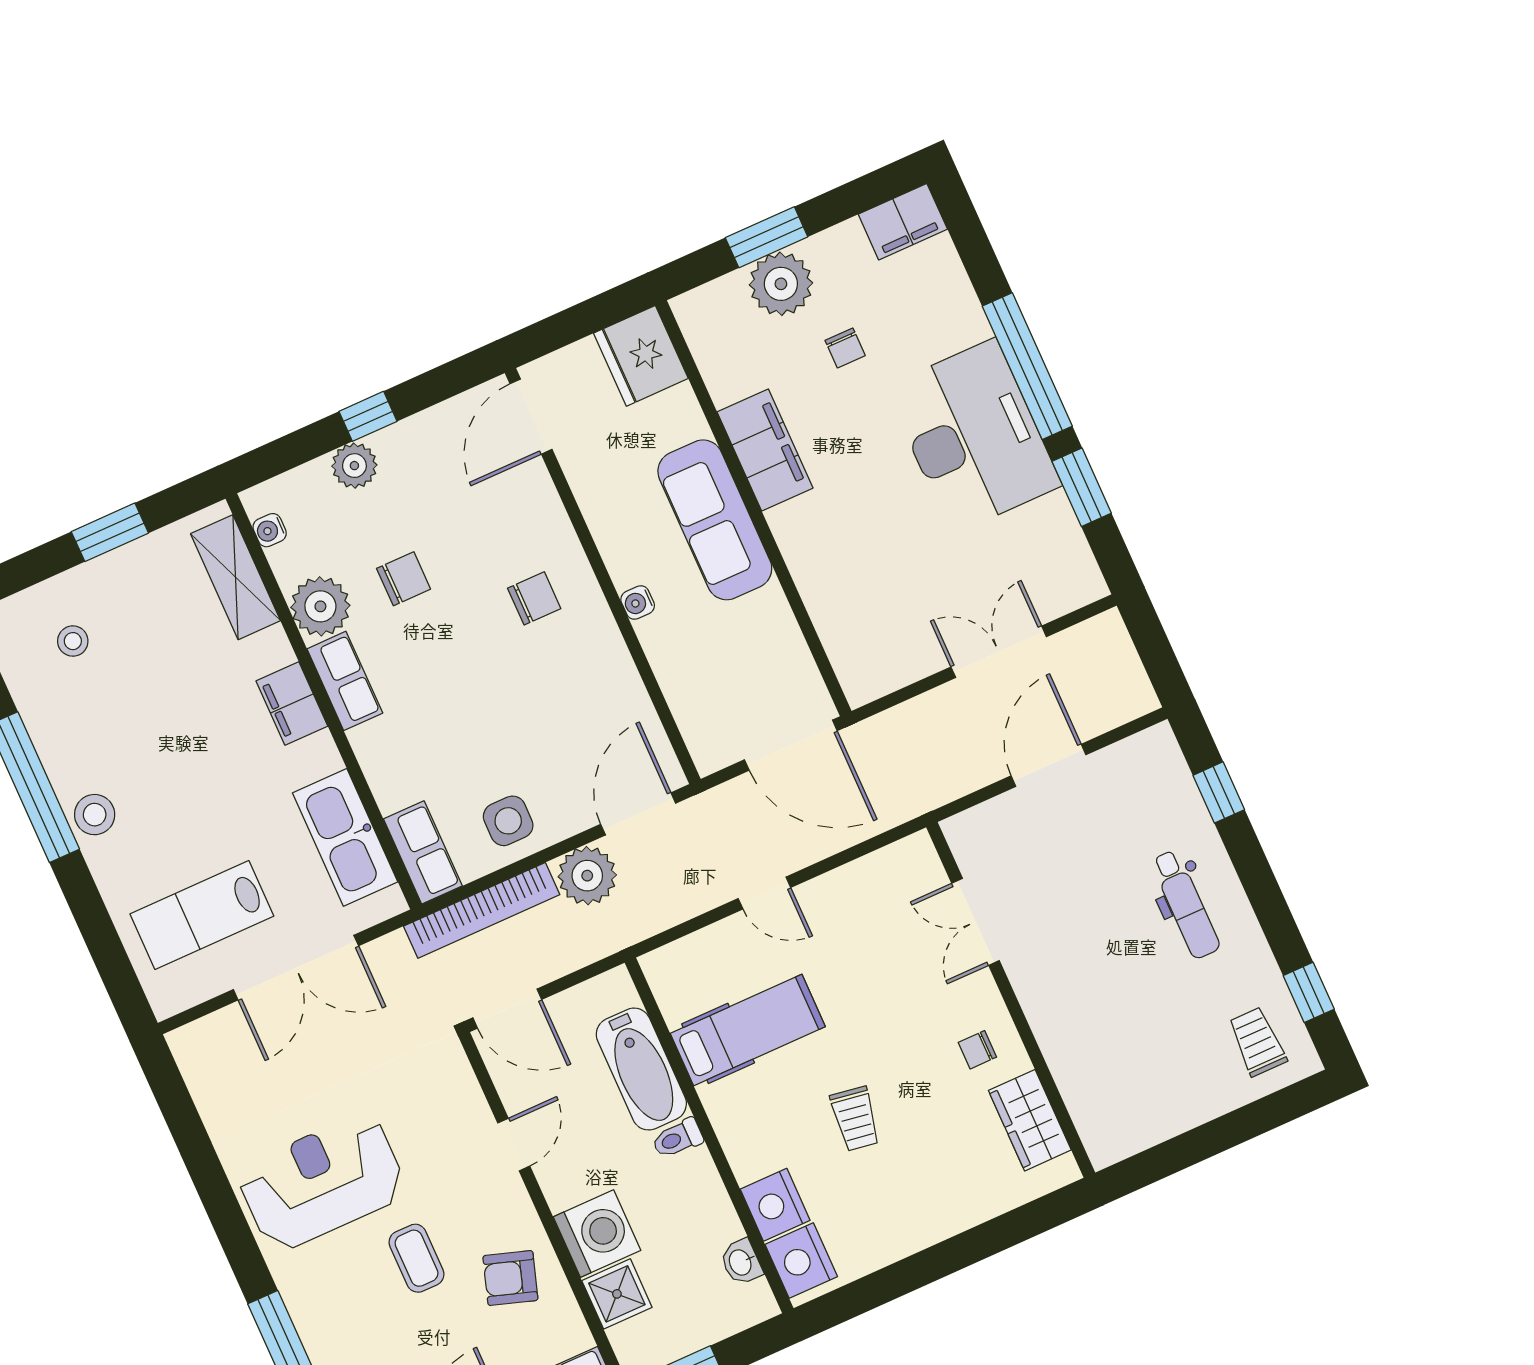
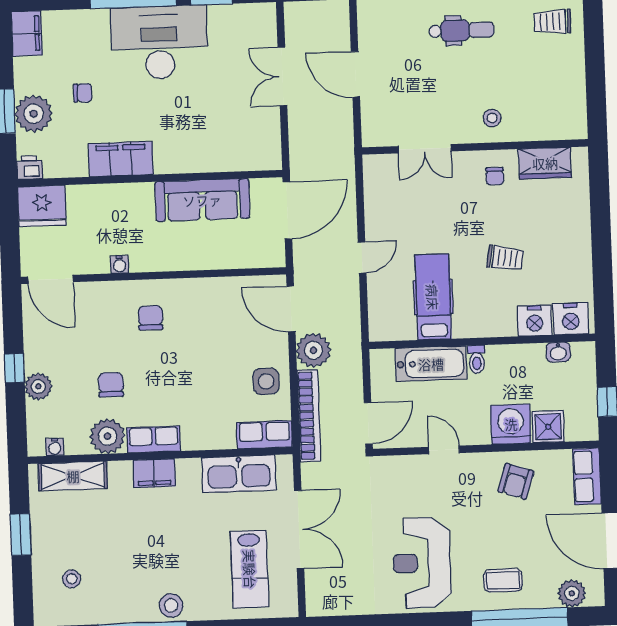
printer: (693, 312) -> (29, 168), added
sofa: (715, 520) -> (202, 200), moved
water cooler: (638, 603) -> (119, 264), moved
stool: (1067, 1008) -> (492, 118), added
coffee table: (417, 1258) -> (503, 580), moved

